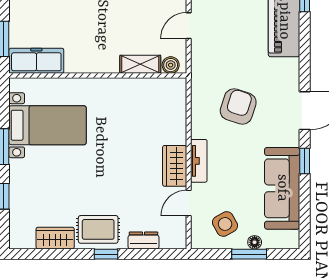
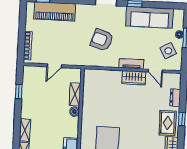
door: (189, 26) -> (54, 66), hinge flipped
boiler: (171, 65) -> (75, 112), moved

